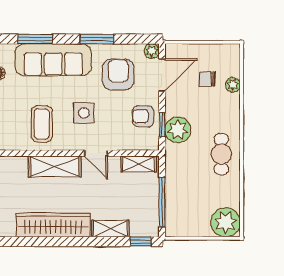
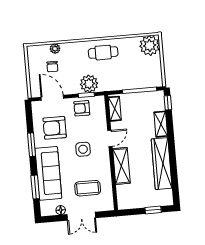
plant: (152, 51) -> (37, 106), removed
armchair: (143, 116) -> (82, 108), turned 90
coffee table: (42, 124) -> (88, 188), moved

